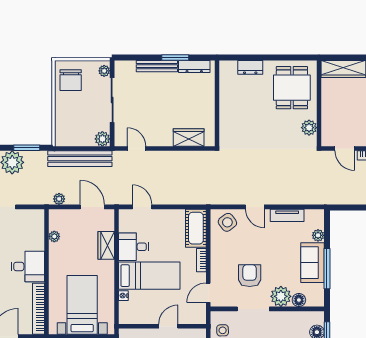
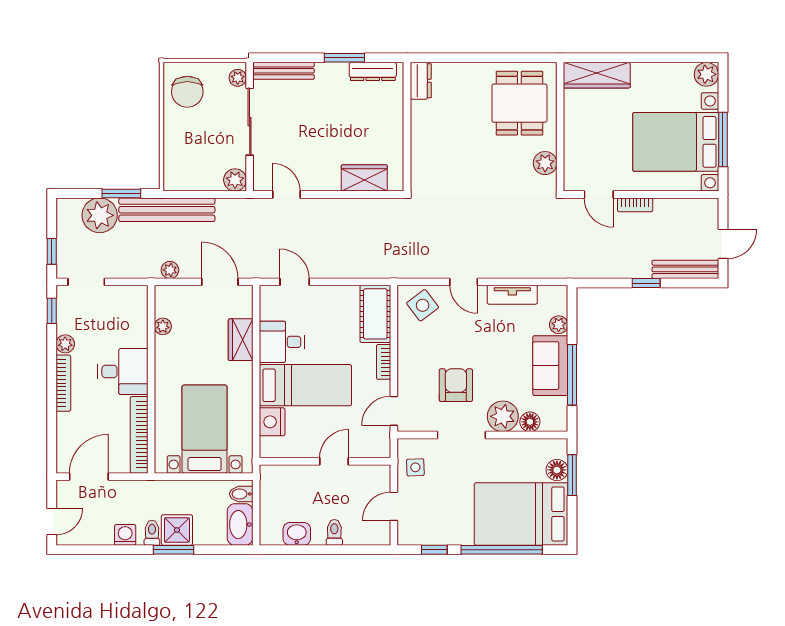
bench: (157, 66) -> (284, 71), moved
dresser: (250, 67) -> (421, 81), moved, turned -90
bench: (80, 159) -> (167, 210), moved
nightstand: (123, 296) -> (272, 422), width x1.89, depth x1.79

